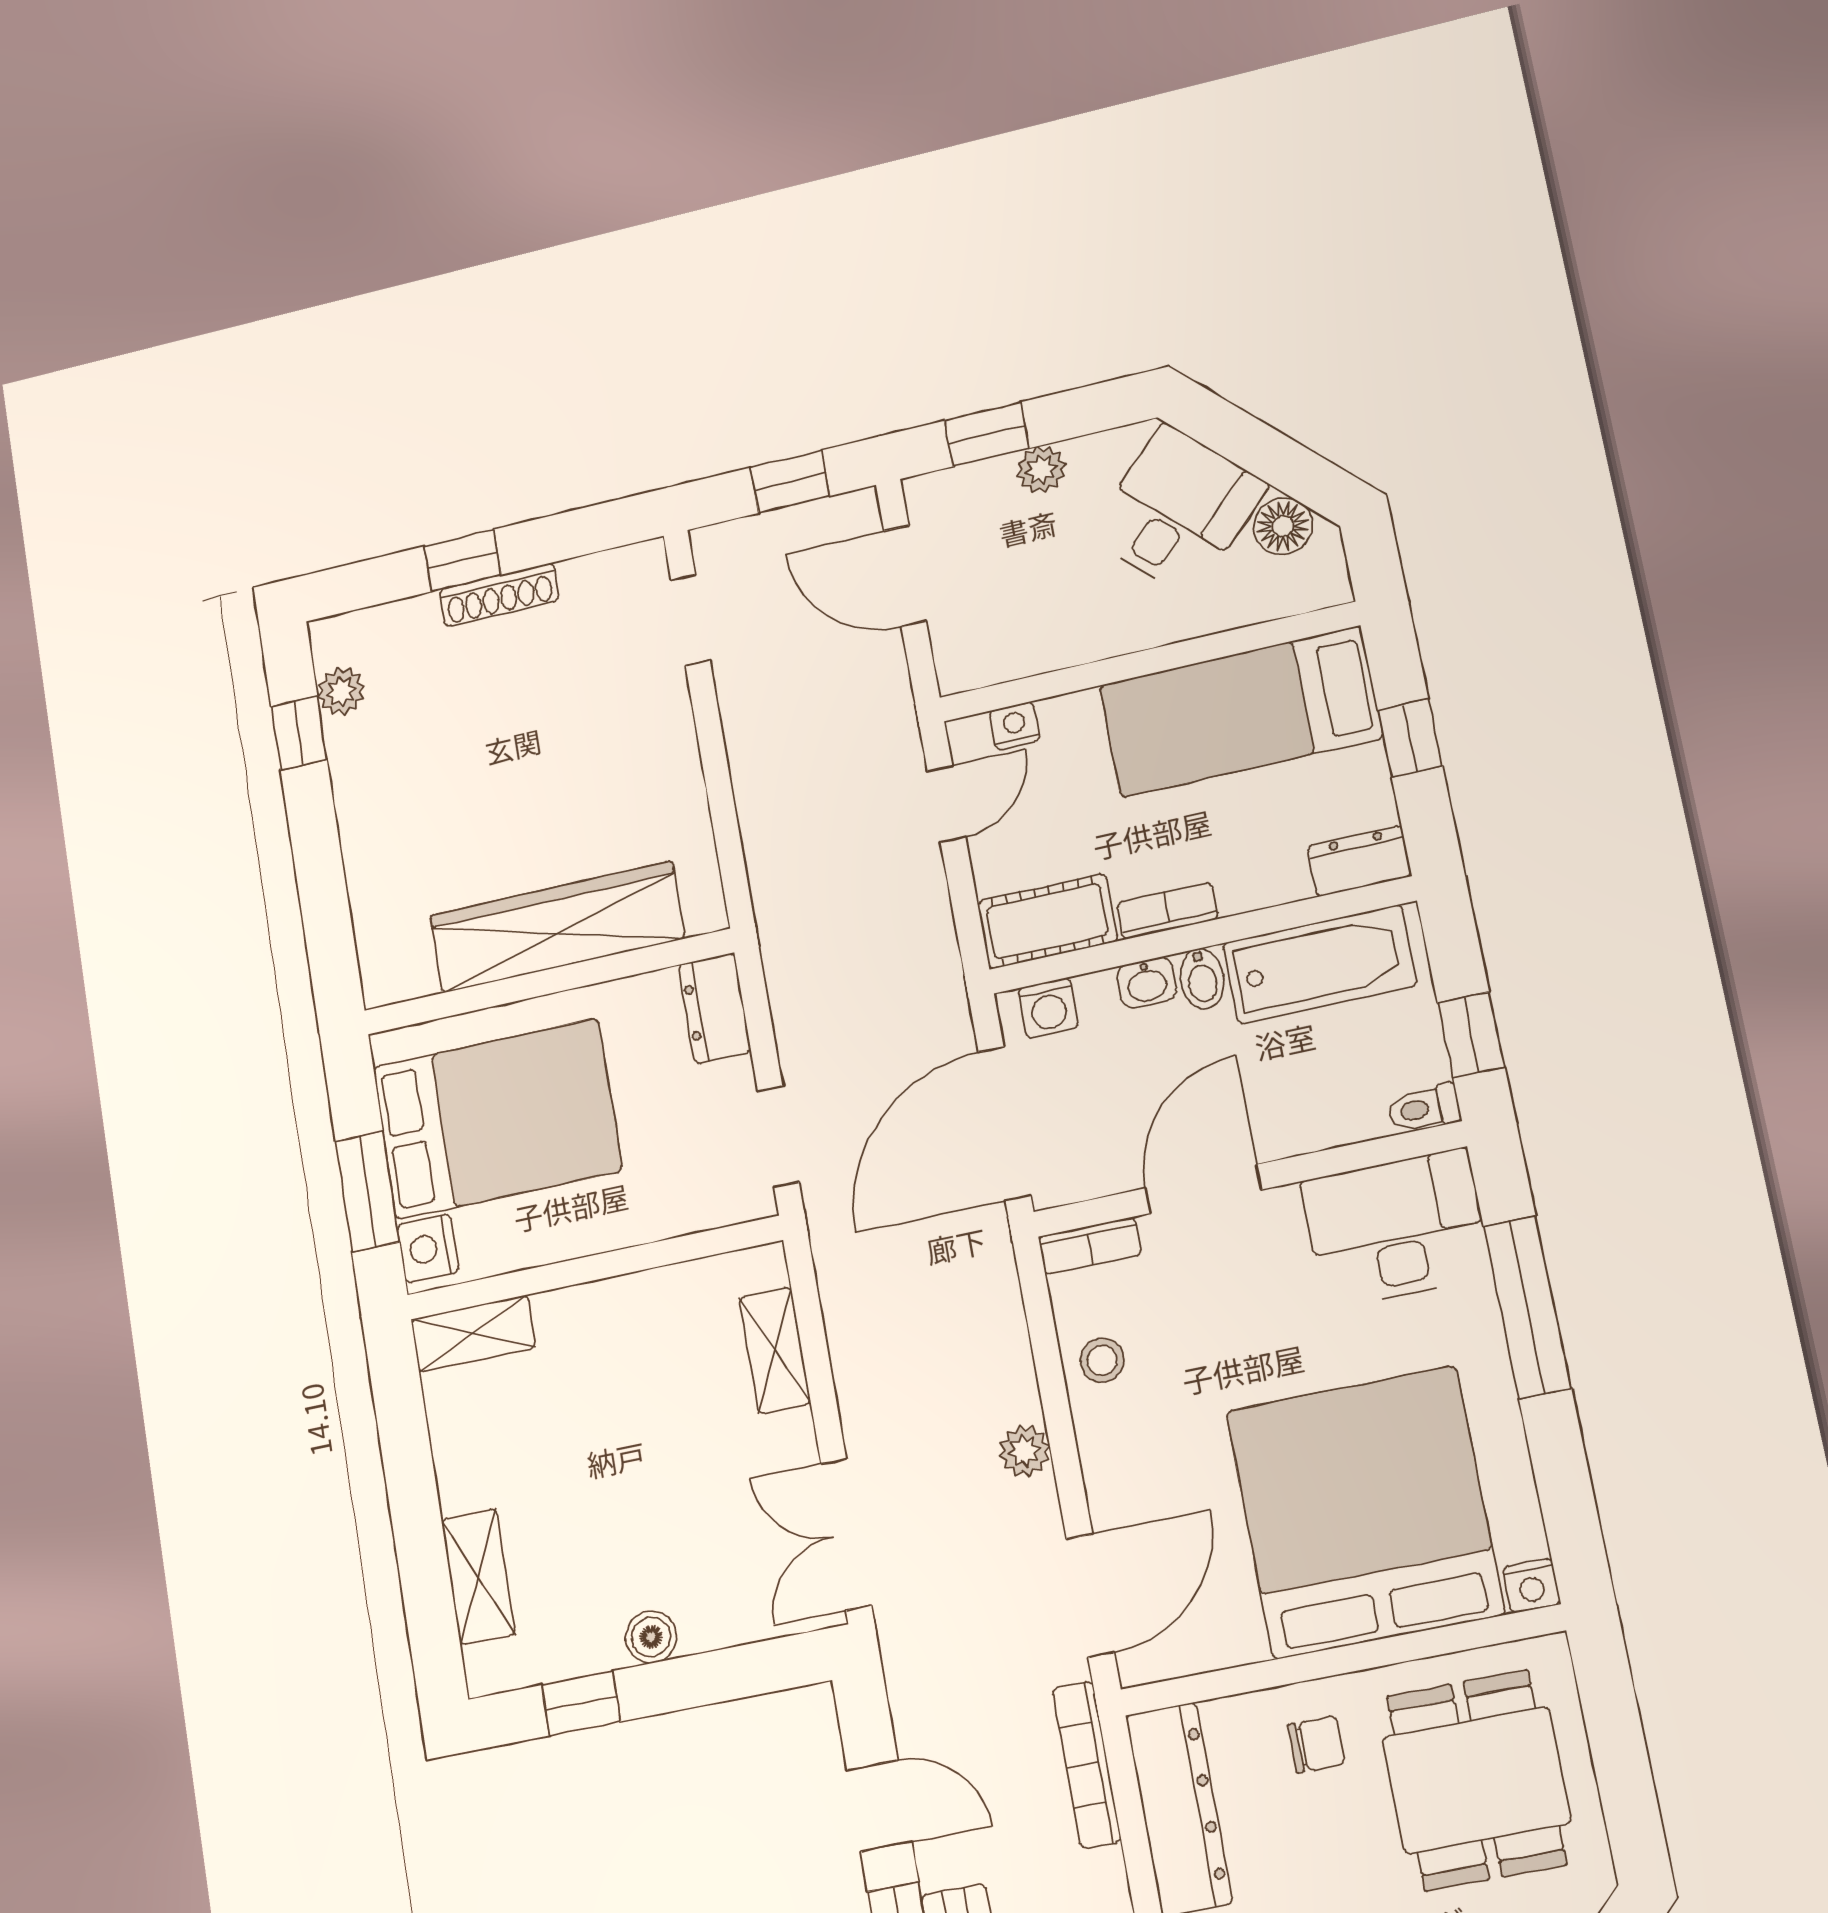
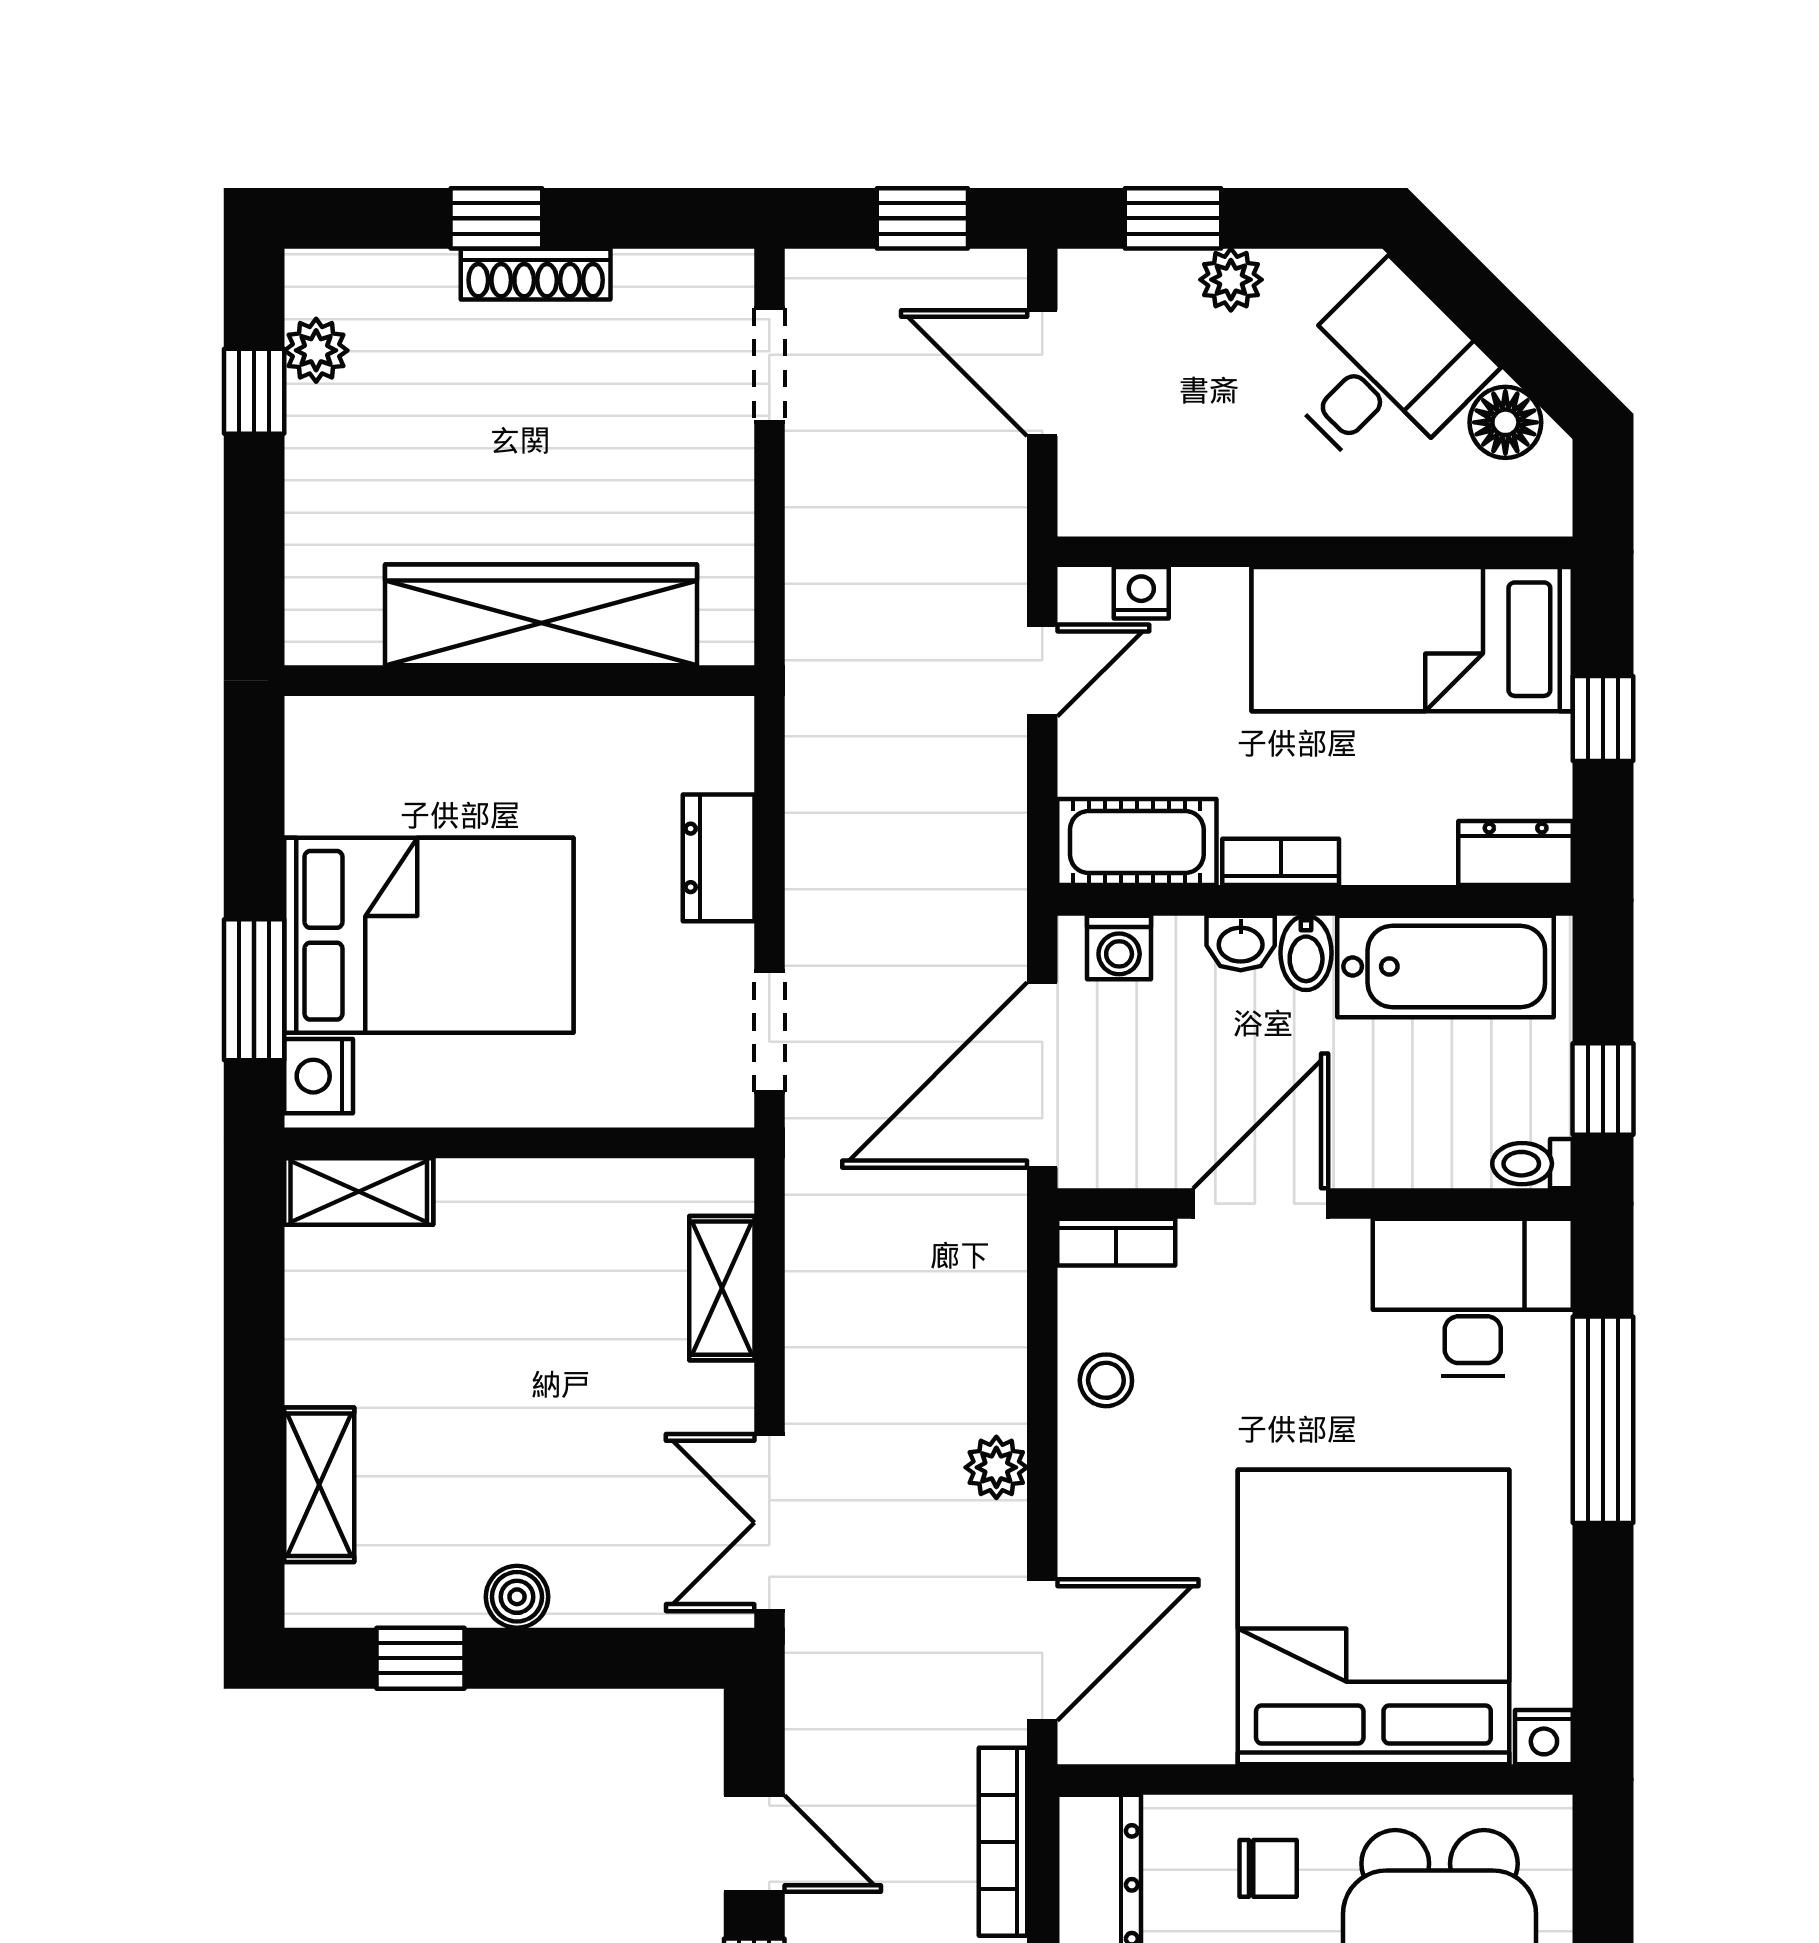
wardrobe: (557, 927) -> (541, 615), moved
wall: (548, 982) -> (519, 681), moved

